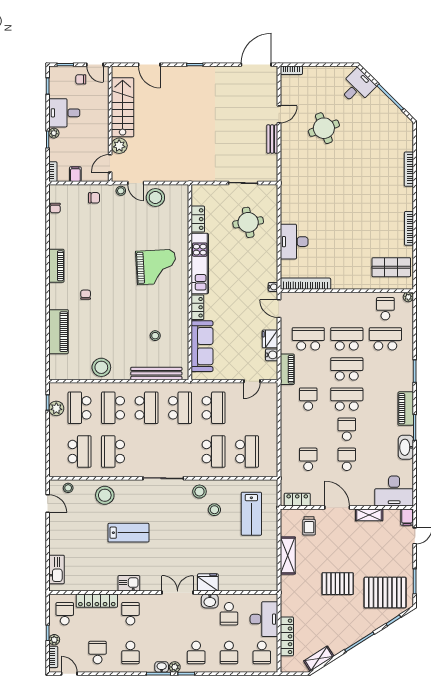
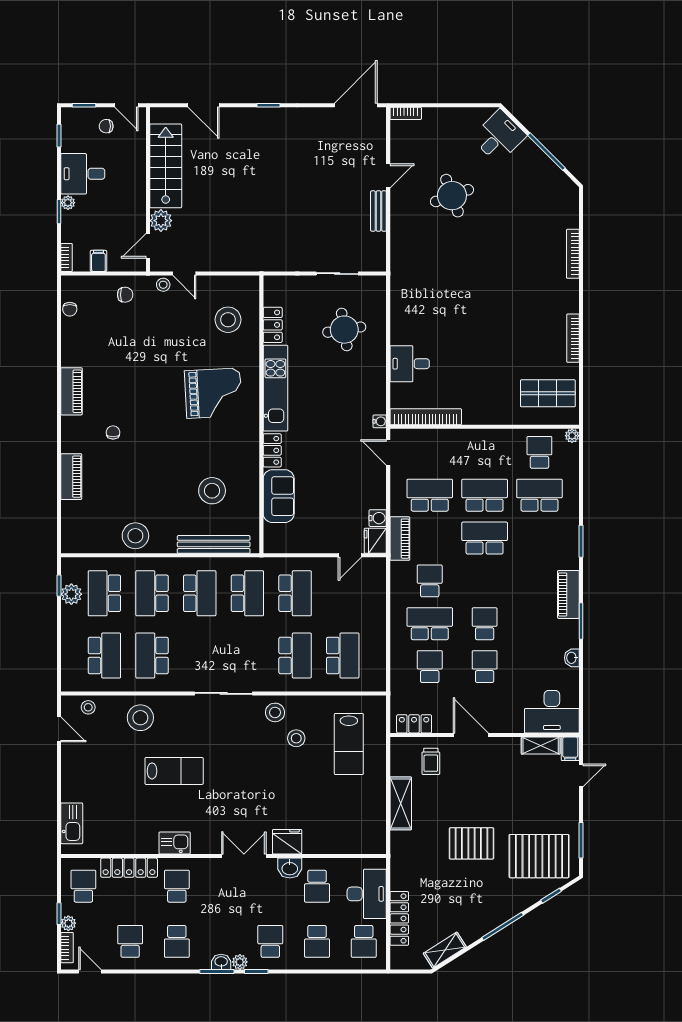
stool: (155, 197) -> (228, 320), moved
desk: (294, 242) -> (410, 364), width x0.73
piano: (59, 332) -> (71, 477), width x0.73, depth x0.75
stool: (155, 336) -> (212, 491), width x1.89, depth x1.89
fridge: (270, 339) -> (375, 541), moved
sofa: (202, 346) -> (279, 496), width x0.73
school desk: (347, 399) -> (430, 624), moved
washbasin: (406, 447) -> (572, 658), width x0.52, depth x0.69
shelving: (369, 515) -> (541, 746), moved
school desk: (196, 653) -> (270, 941), turned 180

